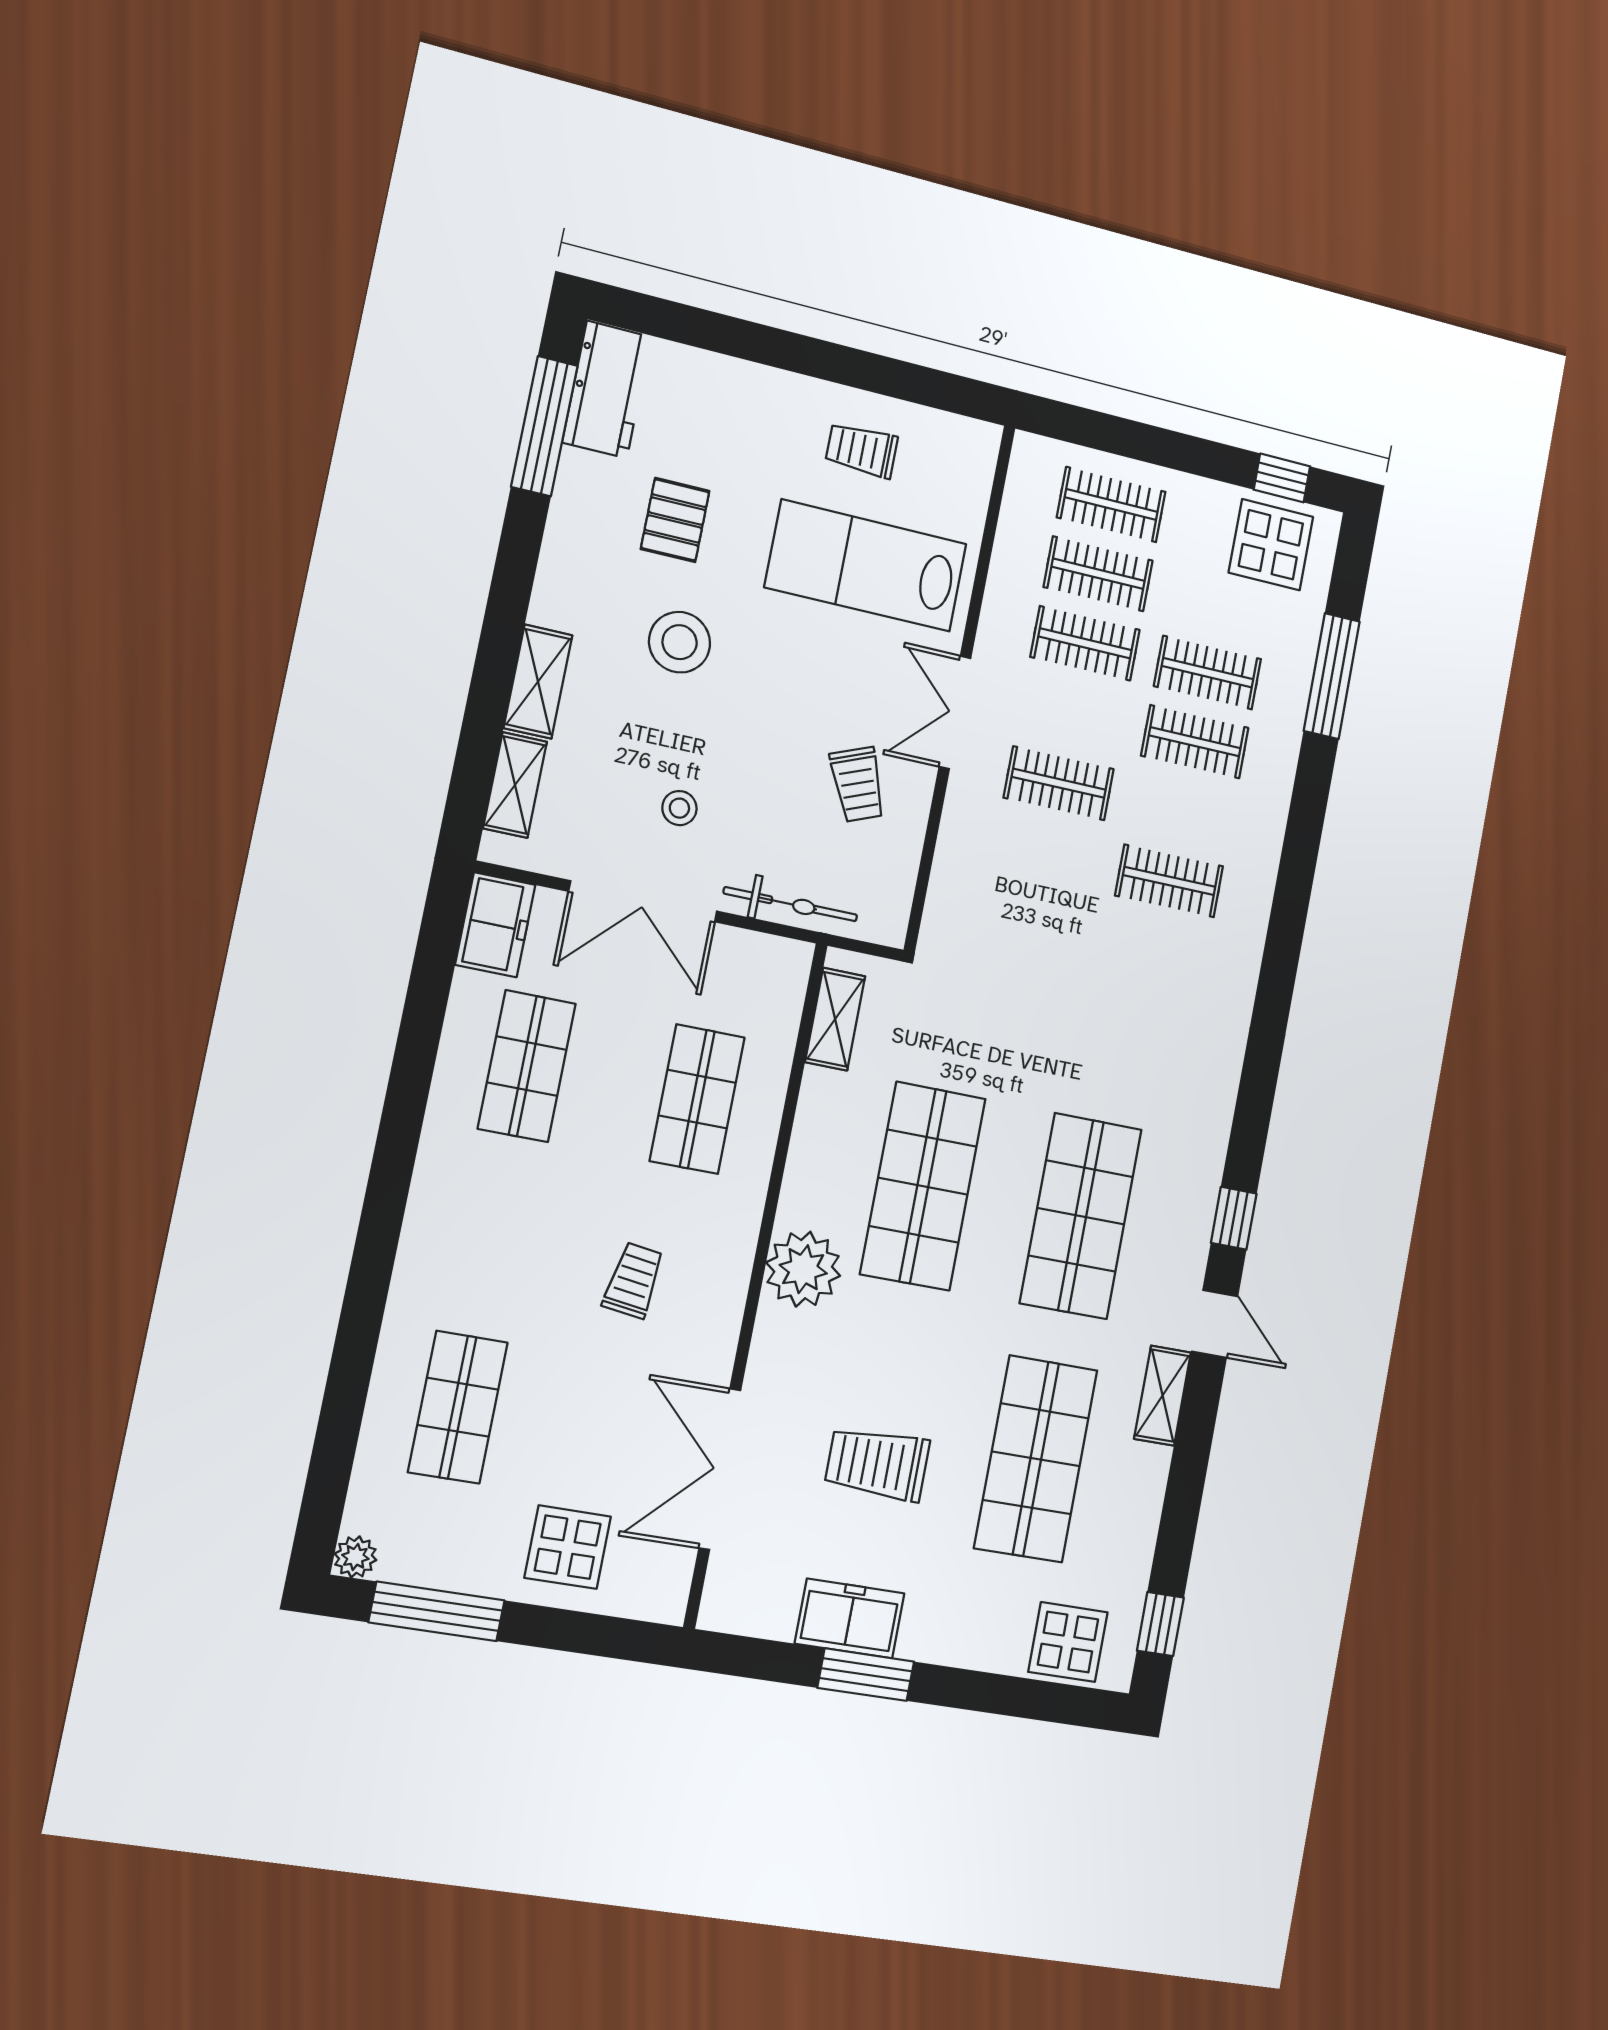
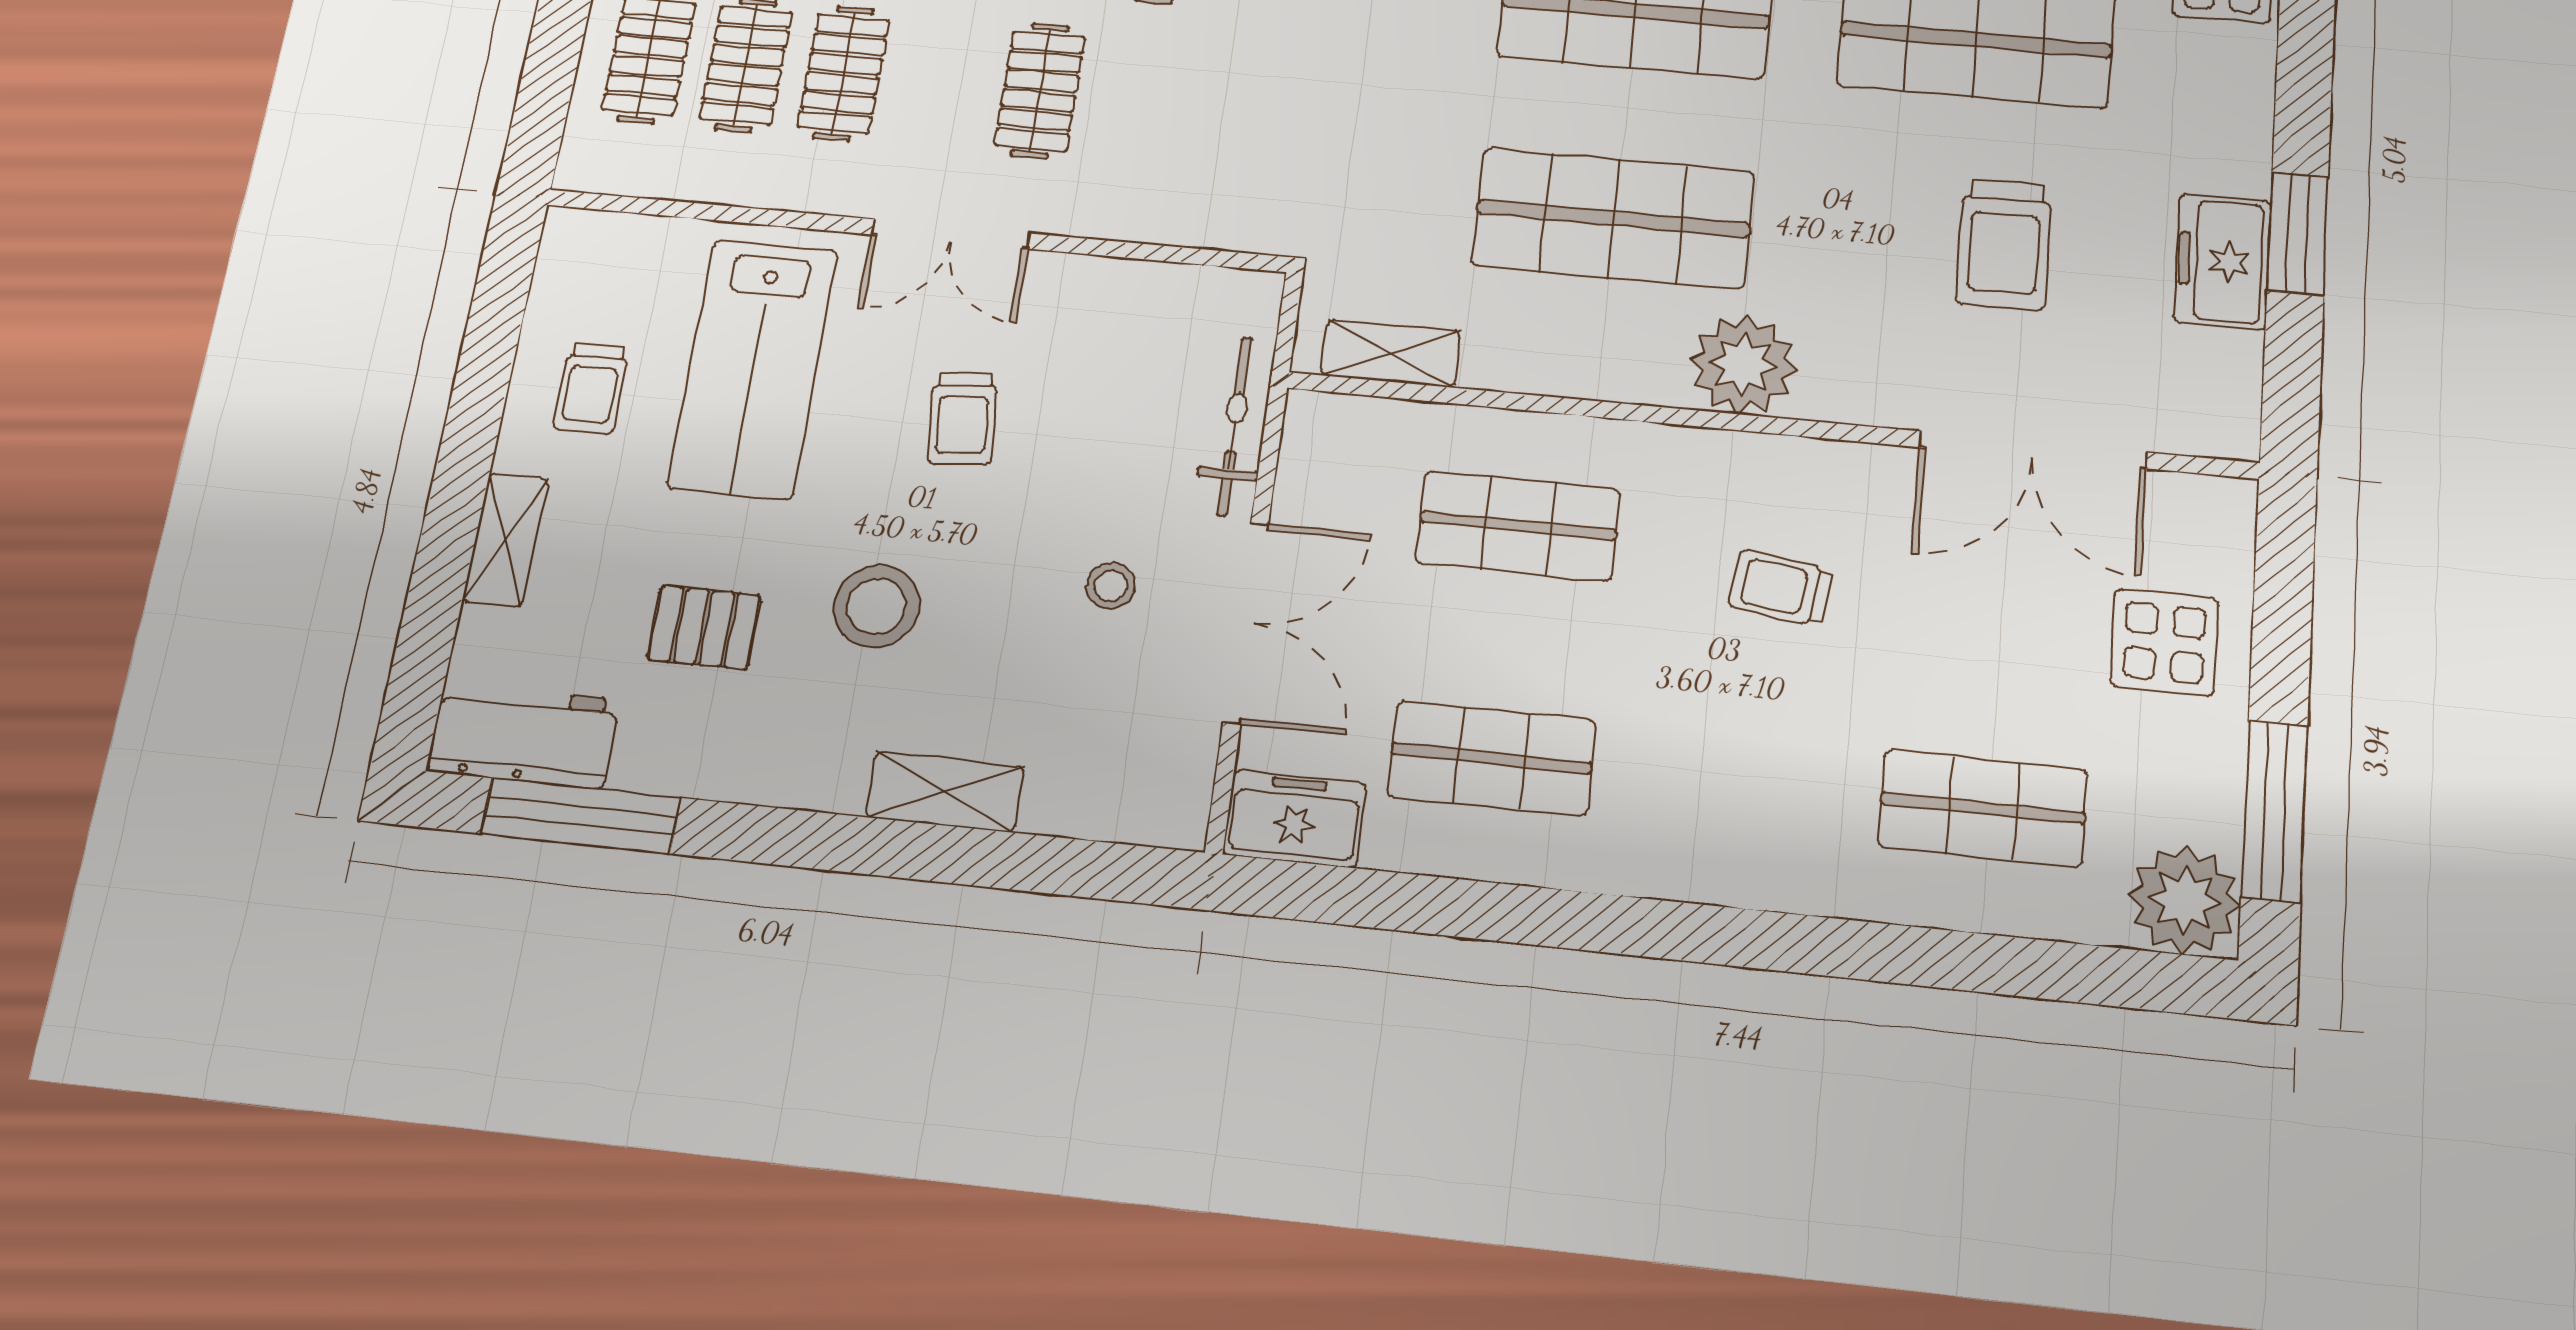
trolley: (858, 784) -> (963, 418), moved, turned 107
shelving: (515, 785) -> (505, 540), moved, turned 90
plant: (355, 1557) -> (2185, 900), width x1.87, depth x1.87

